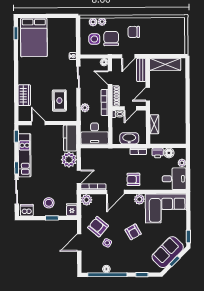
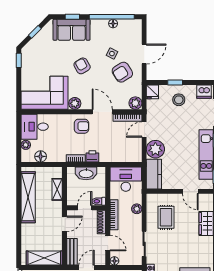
shelving: (180, 117) -> (28, 197), added
printer: (158, 153) -> (92, 156), moved
door: (115, 192) -> (102, 112), hinge flipped
armchair: (98, 227) -> (122, 72), turned 108
sofa: (168, 252) -> (72, 30), moved, turned 45

